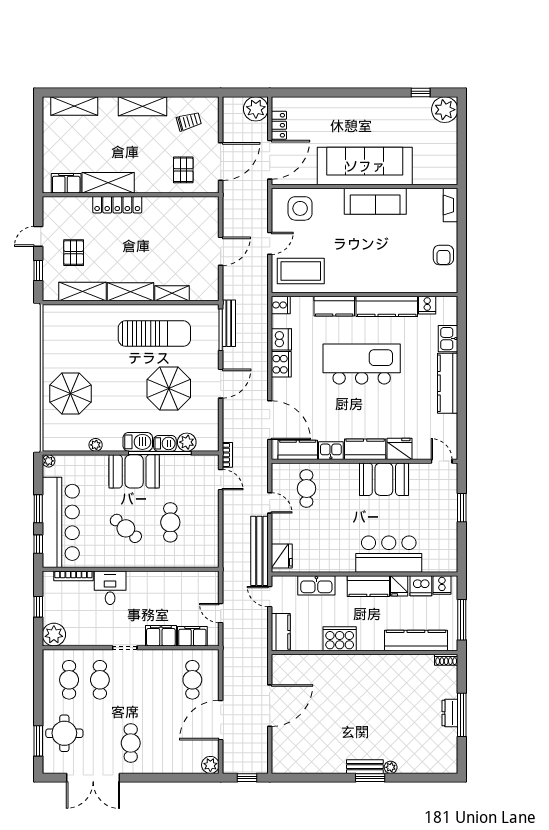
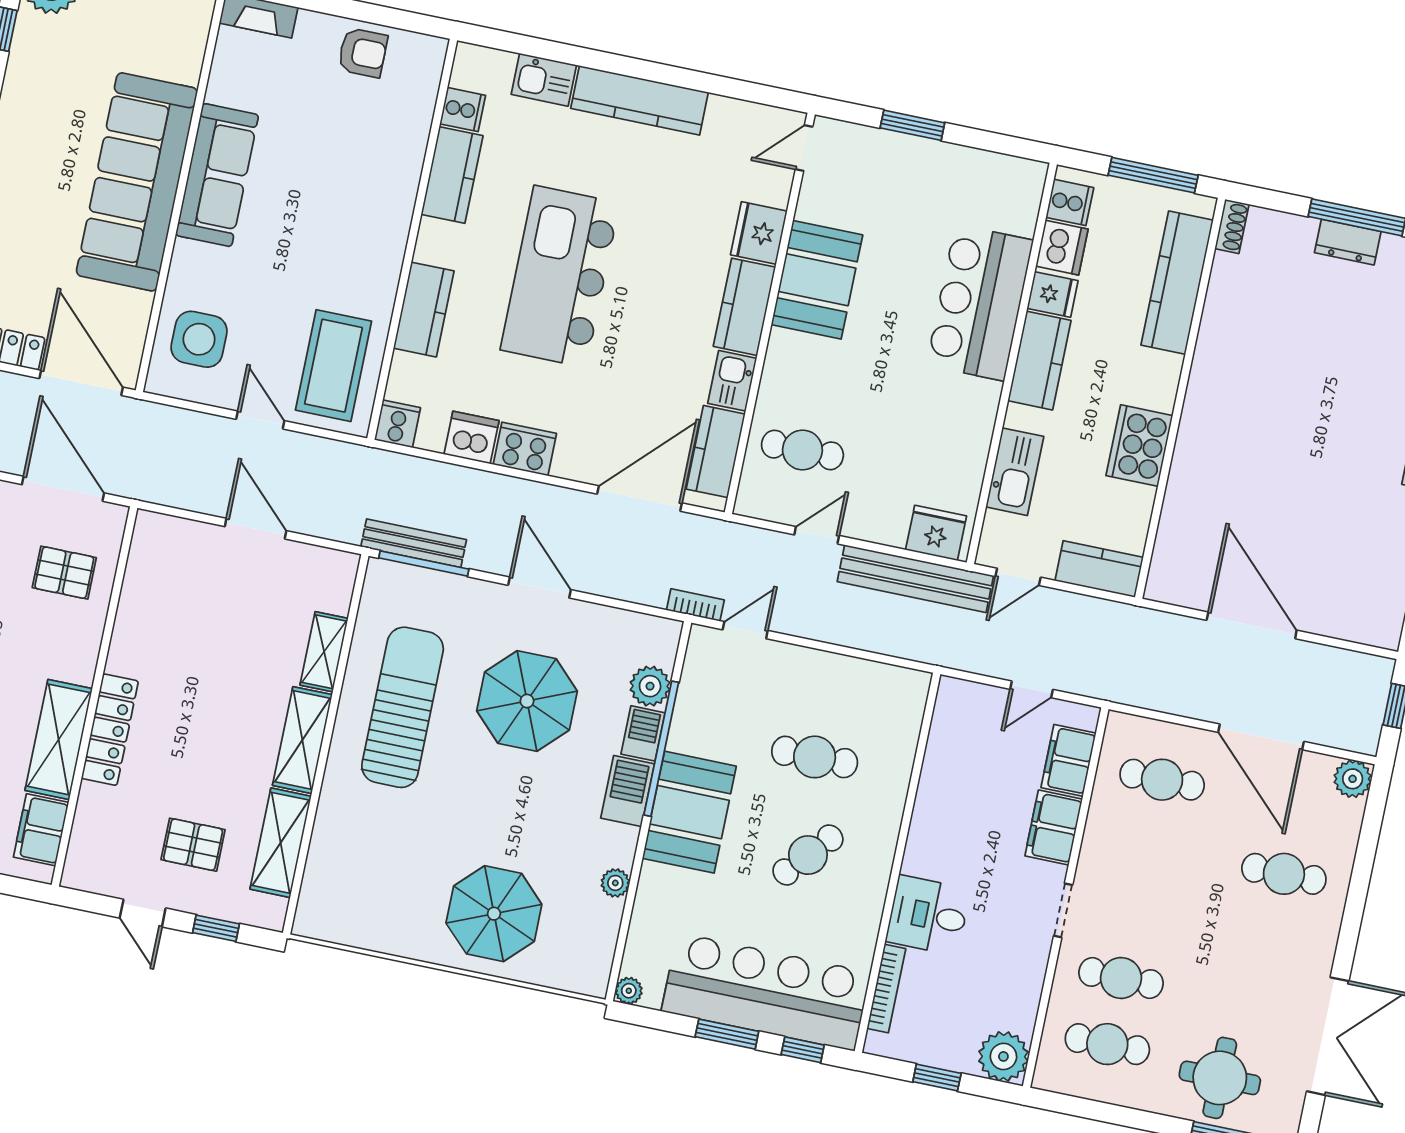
kitchen counter: (387, 306) -> (452, 175), width x0.67
cafe table: (131, 743) -> (1284, 874), moved

